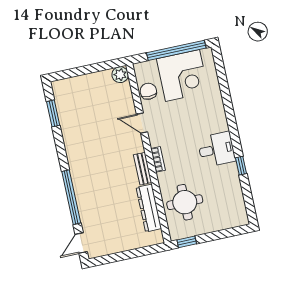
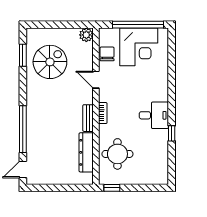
spiral stairs: (86, 114) -> (50, 62), added

